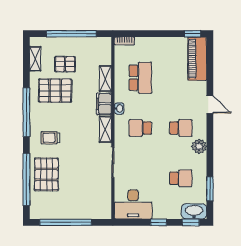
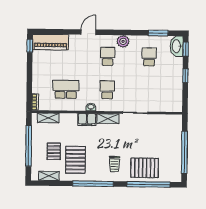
shelving: (105, 79) -> (48, 118), moved
school desk: (140, 128) -> (107, 90), turned 180
desk: (133, 204) -> (170, 97), removed

